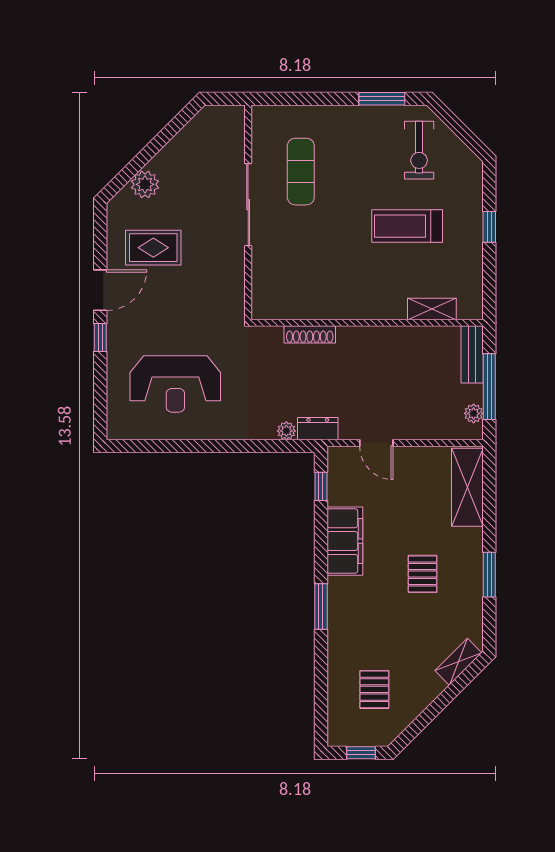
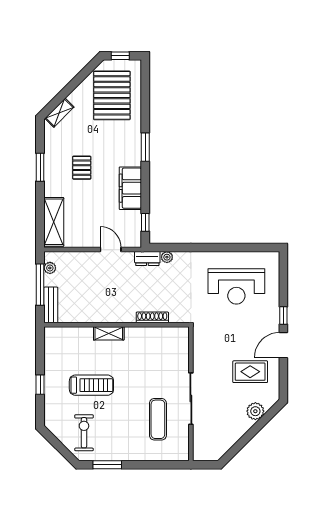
shelving: (432, 309) -> (109, 333), moved
reception desk: (175, 384) -> (236, 286), turned 180
pallet: (374, 689) -> (112, 95), width x2.05, depth x2.00

